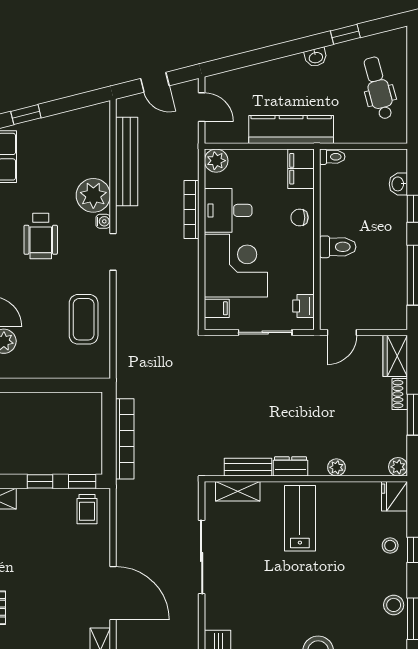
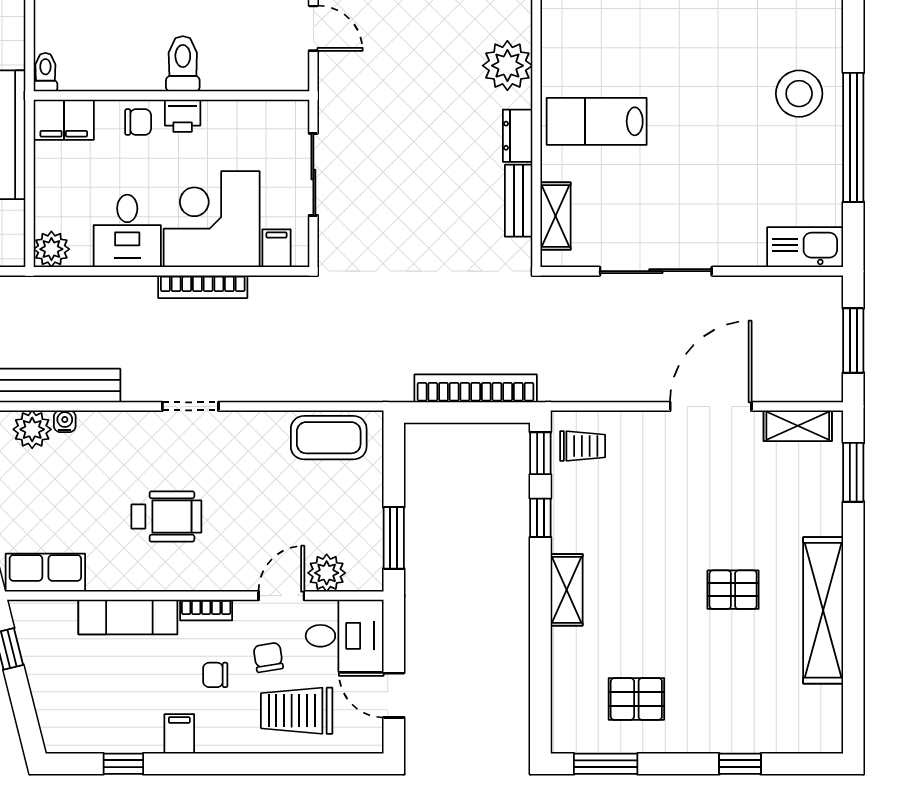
plant: (93, 195) -> (32, 429), moved, width x0.73, depth x0.73
bookcase: (191, 209) -> (203, 287), moved
chair: (299, 218) -> (138, 122), turned -90
water cooler: (103, 221) -> (65, 421), moved
printer: (304, 306) -> (183, 116), moved
coffee table: (84, 319) -> (329, 438), moved
door: (342, 332) -> (313, 28), moved
window: (27, 385) -> (394, 538), added
plant: (337, 467) -> (507, 66), width x1.88, depth x1.88

